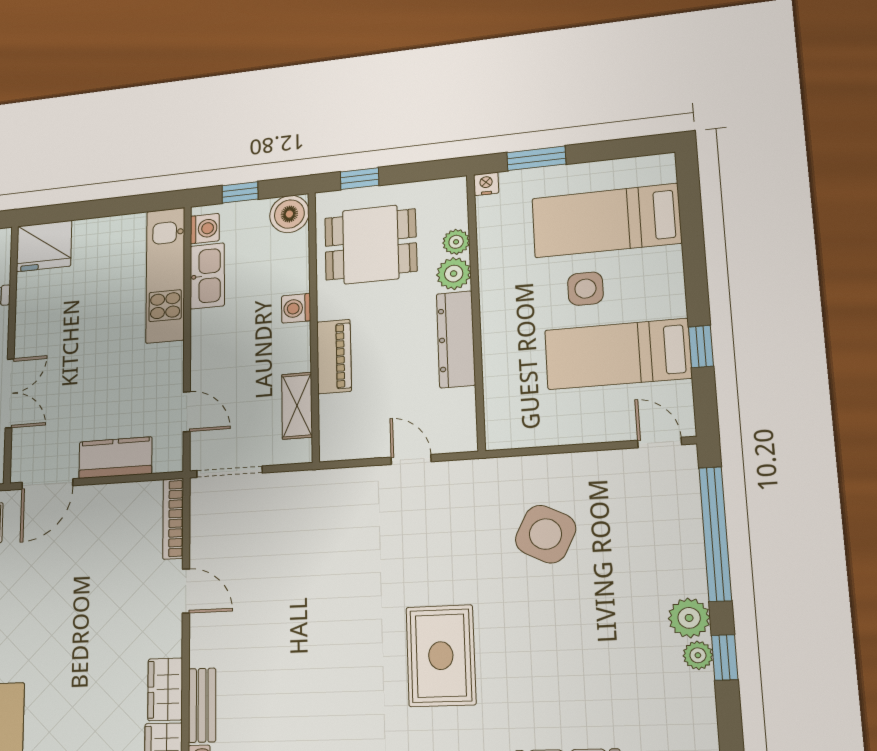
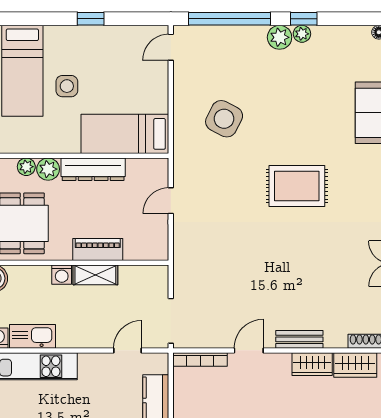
window: (701, 346) -> (91, 19), moved
bed: (617, 354) -> (125, 134), moved, turned 90
shelving: (297, 406) -> (95, 275), moved
bench: (202, 705) -> (299, 339), moved

